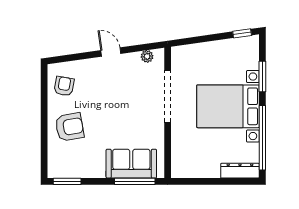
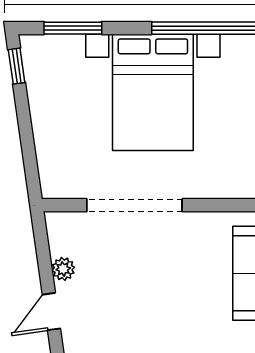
plant: (147, 56) -> (63, 269), moved
window: (262, 76) -> (73, 28), moved

